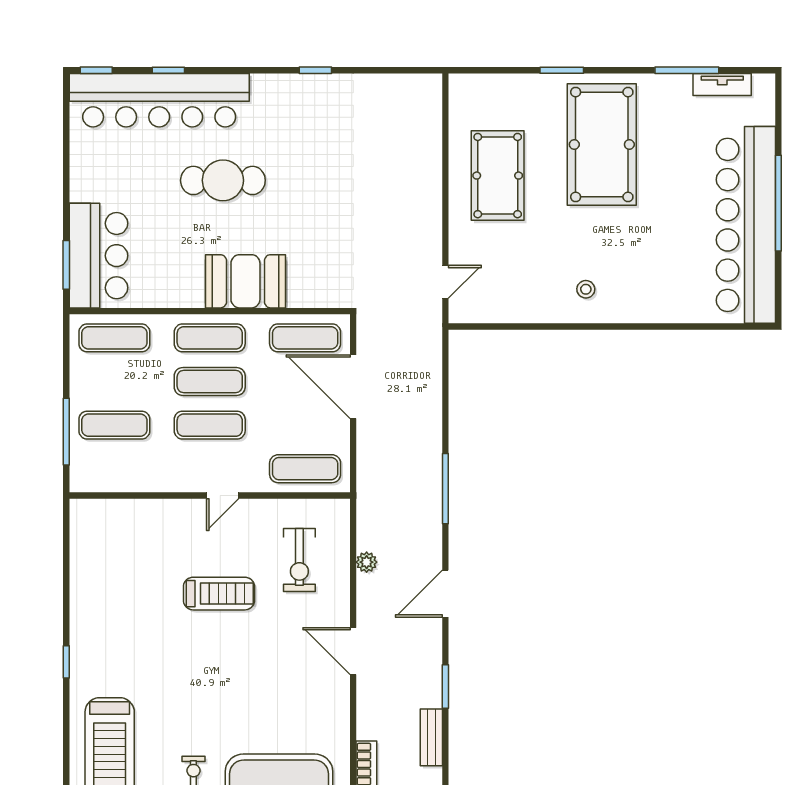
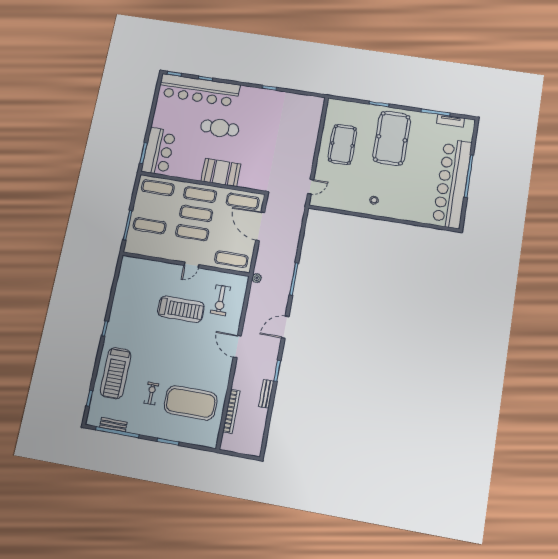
plant: (367, 562) -> (257, 278), moved
treadmill: (219, 594) -> (181, 309), width x1.37, depth x1.38

